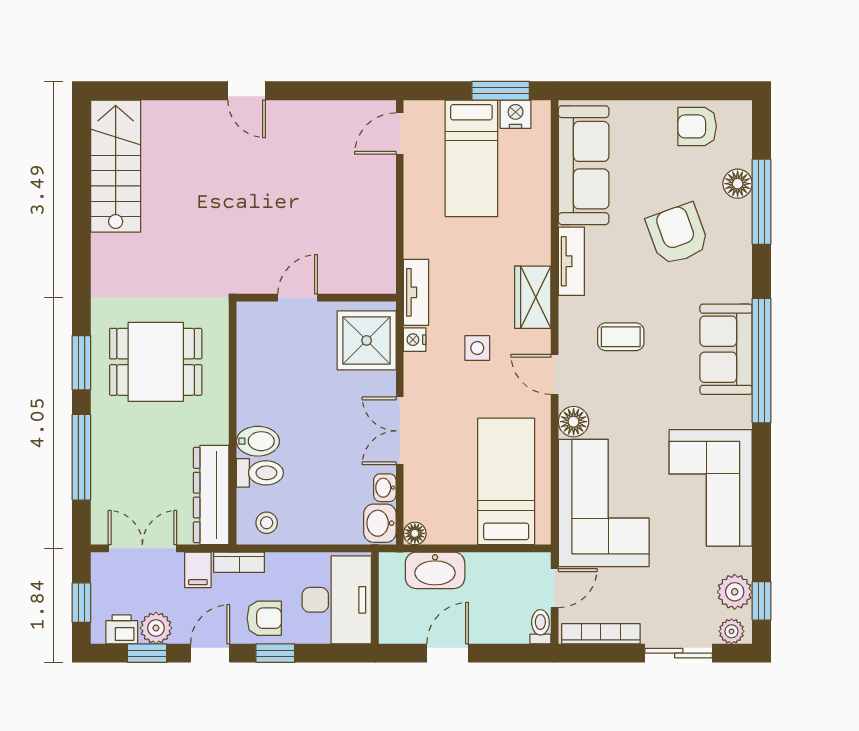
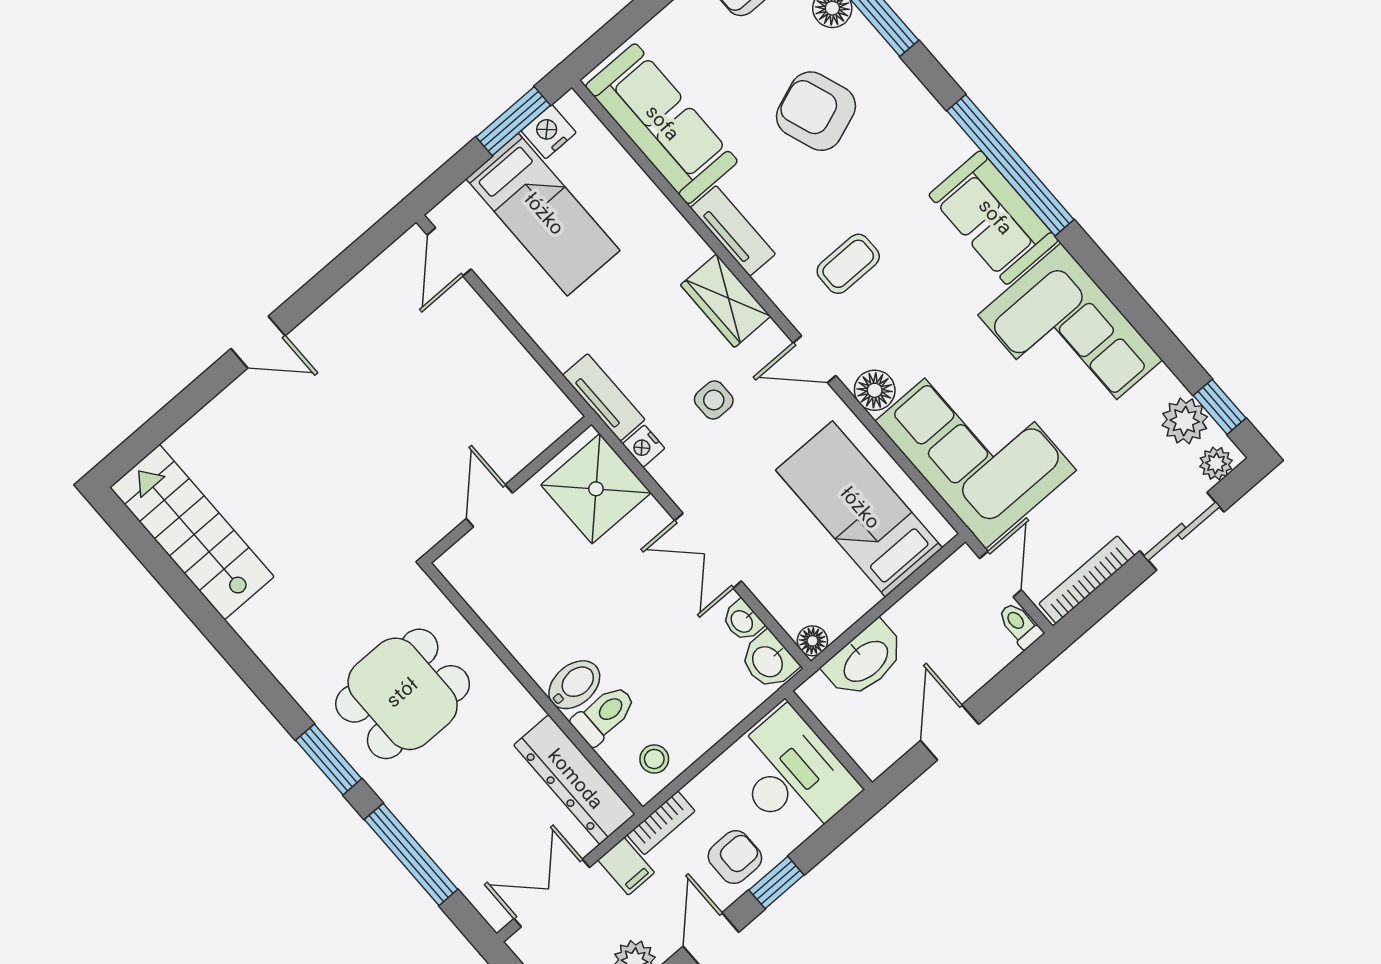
sofa: (726, 349) -> (994, 218), moved

